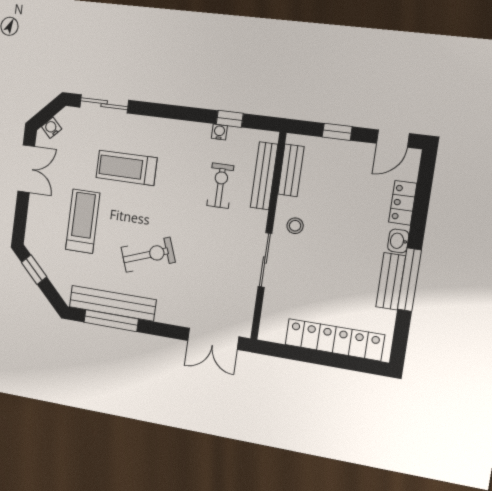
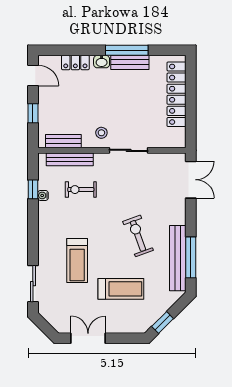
water cooler: (52, 128) -> (55, 322), removed
treadmill: (83, 221) -> (121, 289), turned 180

